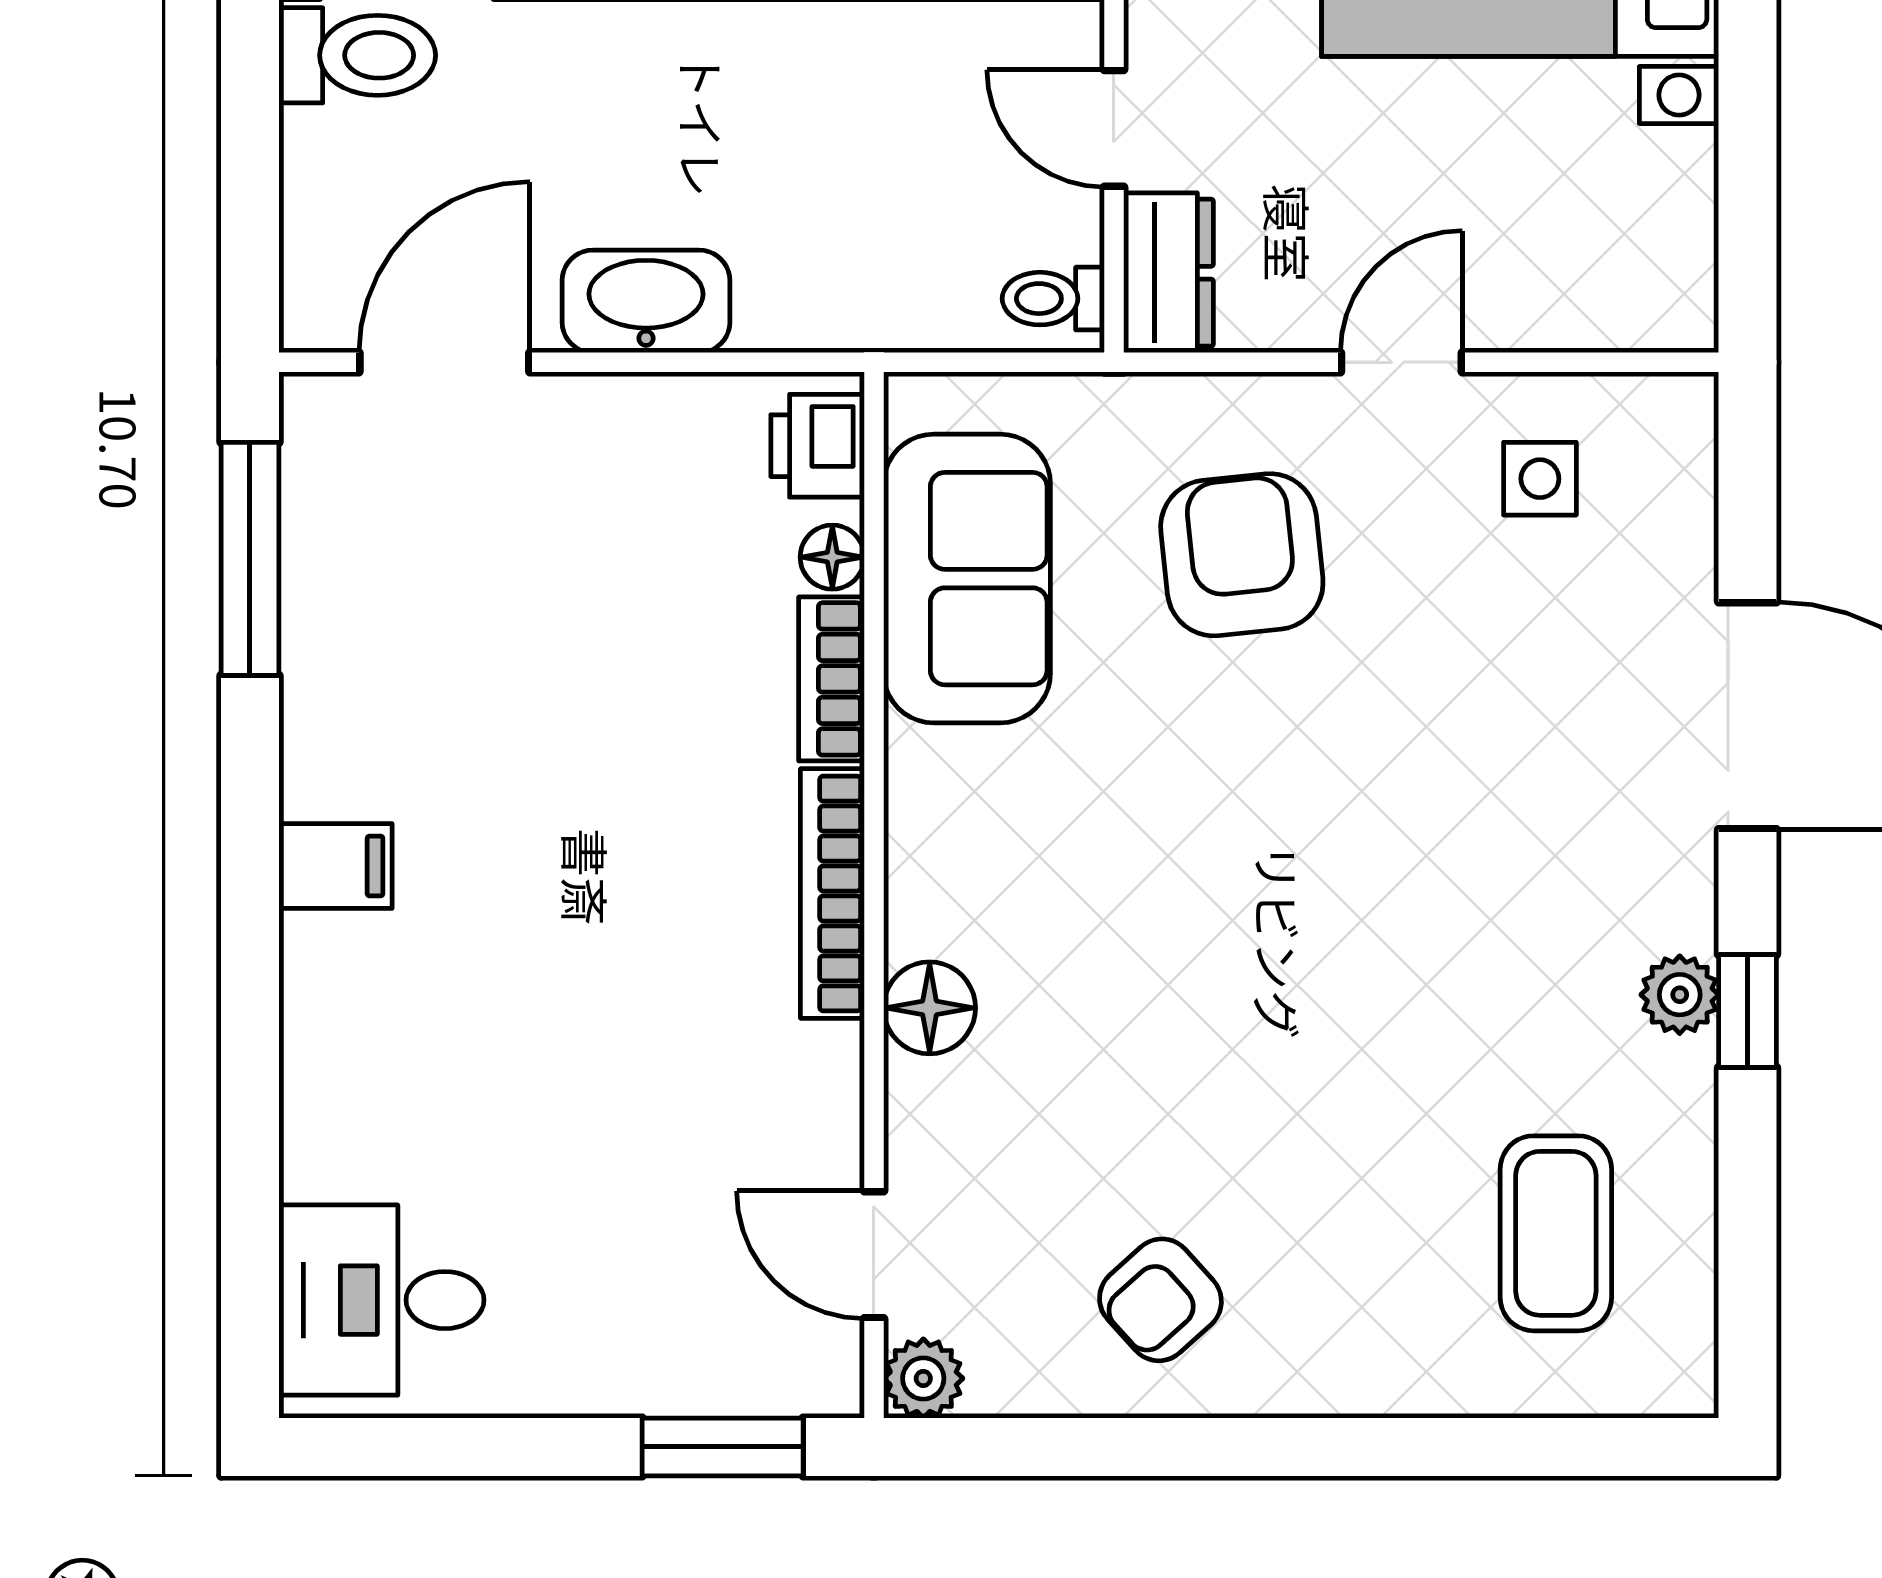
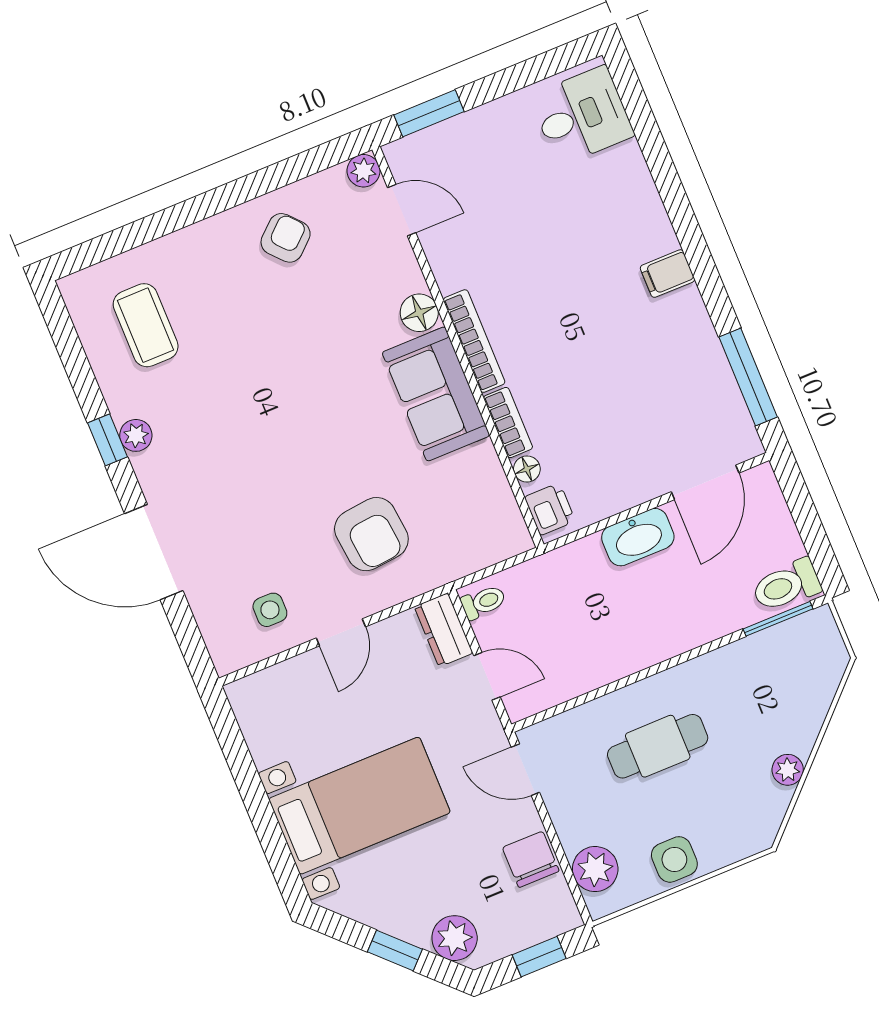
sofa: (967, 579) -> (436, 394), moved

